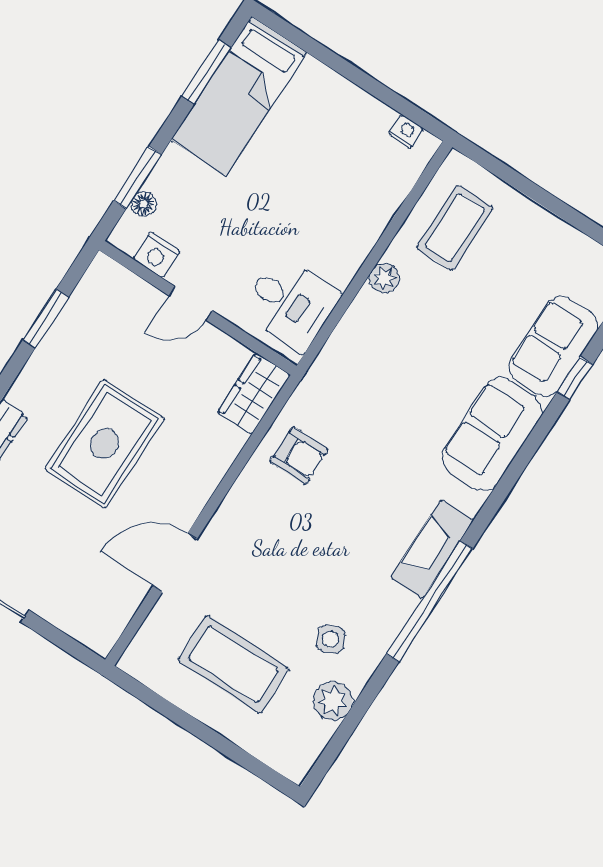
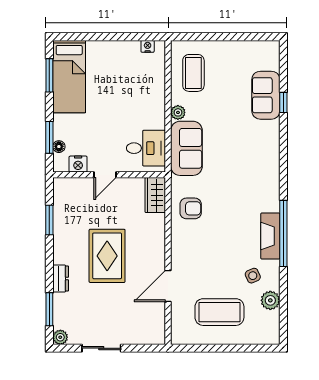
sofa: (492, 434) -> (186, 148), moved, turned 180
fireplace: (432, 549) -> (270, 236), moved

